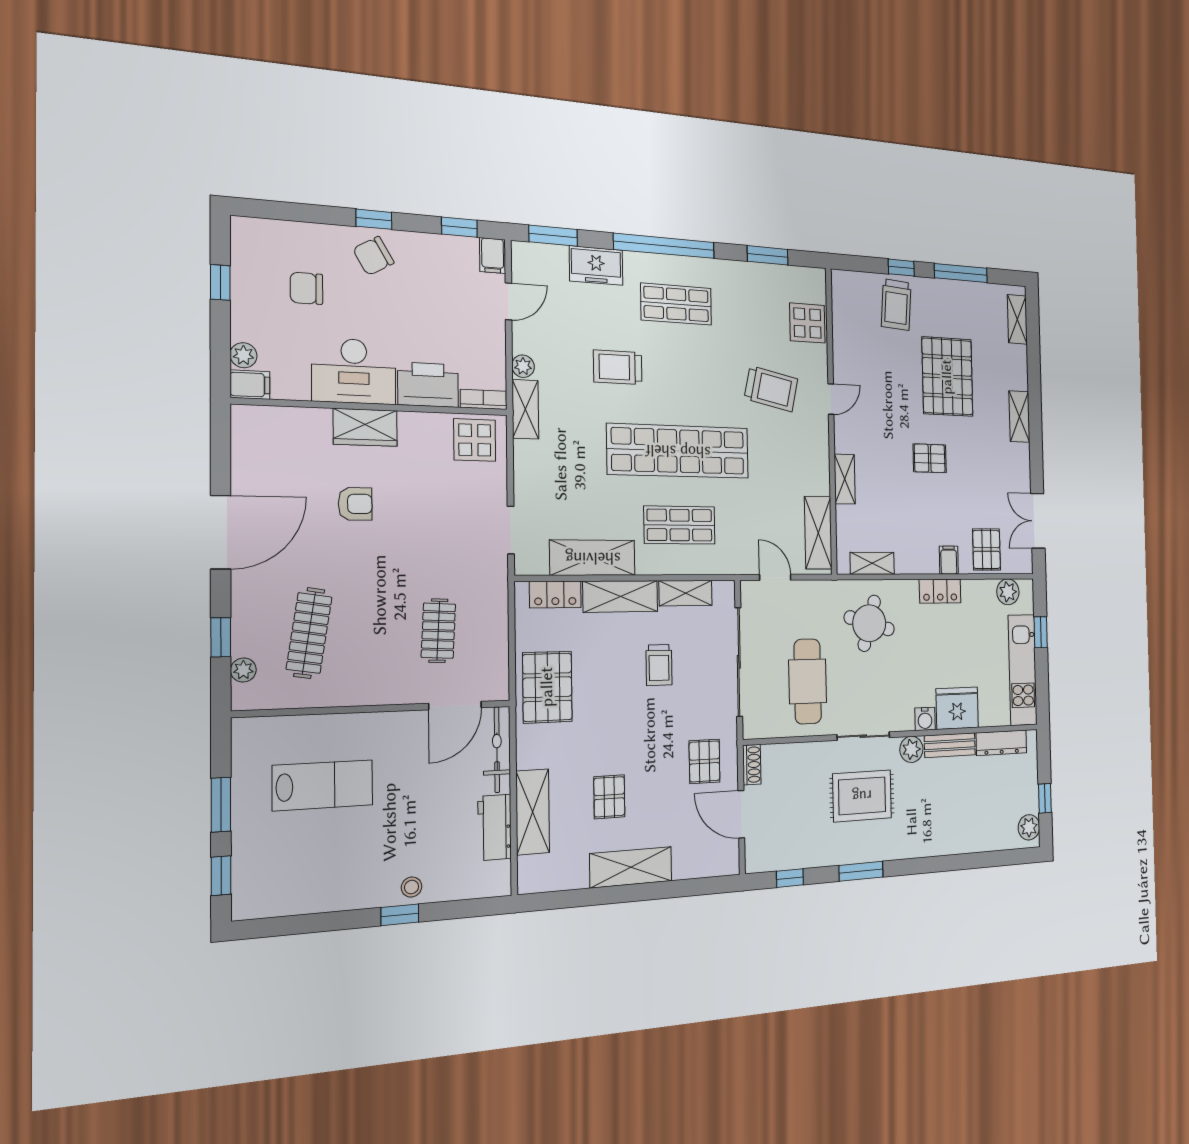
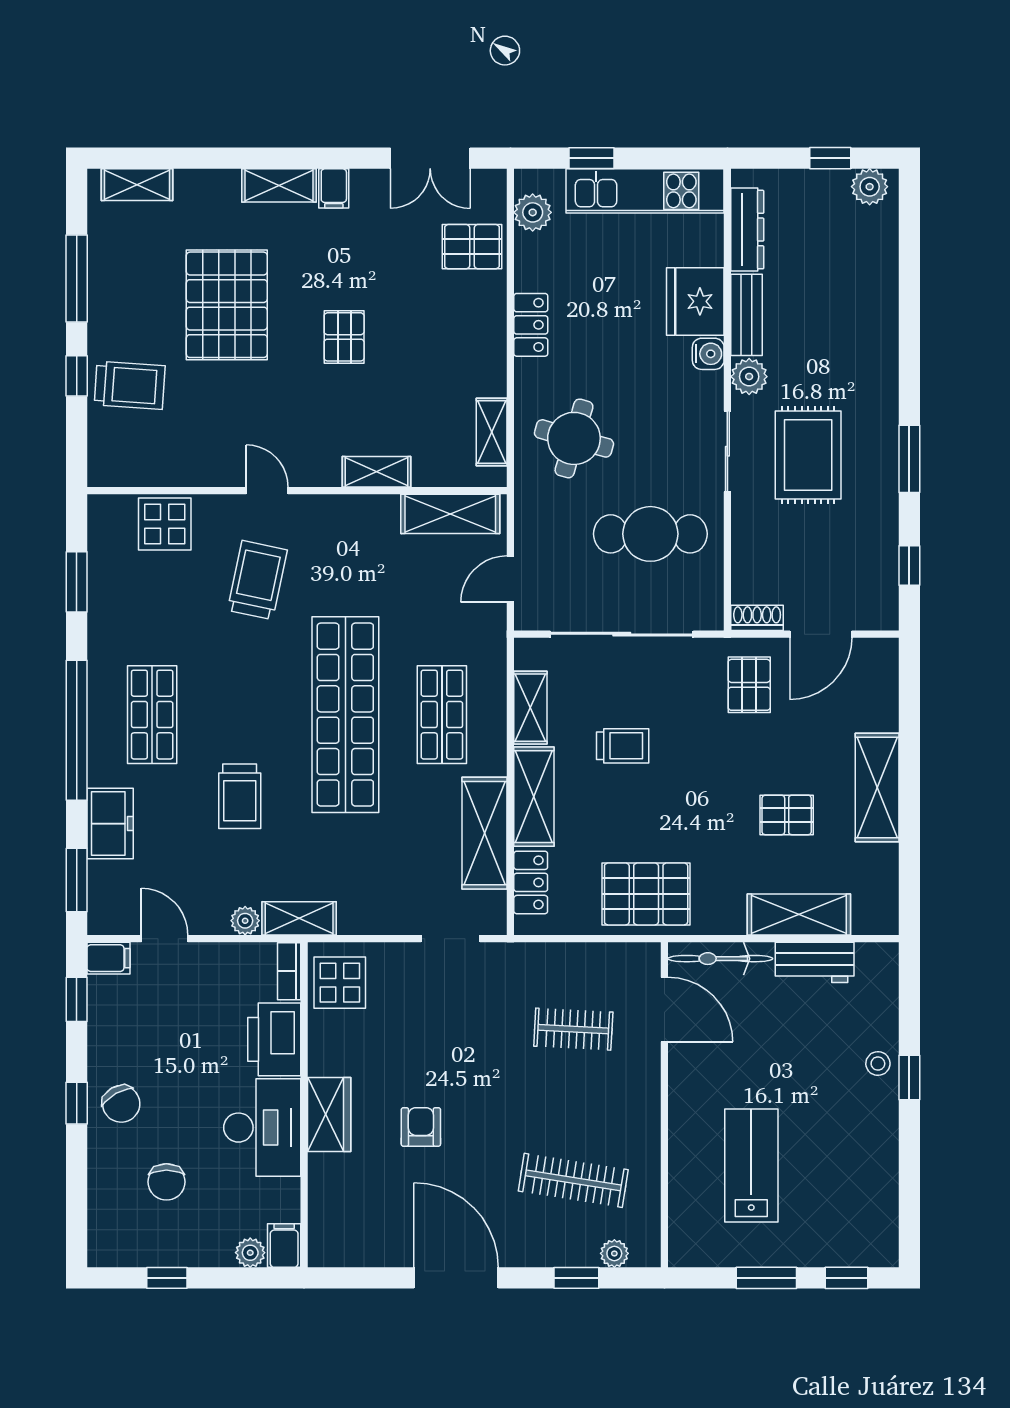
pallet: (947, 377) -> (227, 305), turned 90
filing cabinet: (949, 560) -> (334, 188), moved, turned -90
pallet: (705, 761) -> (749, 685), turned 90

